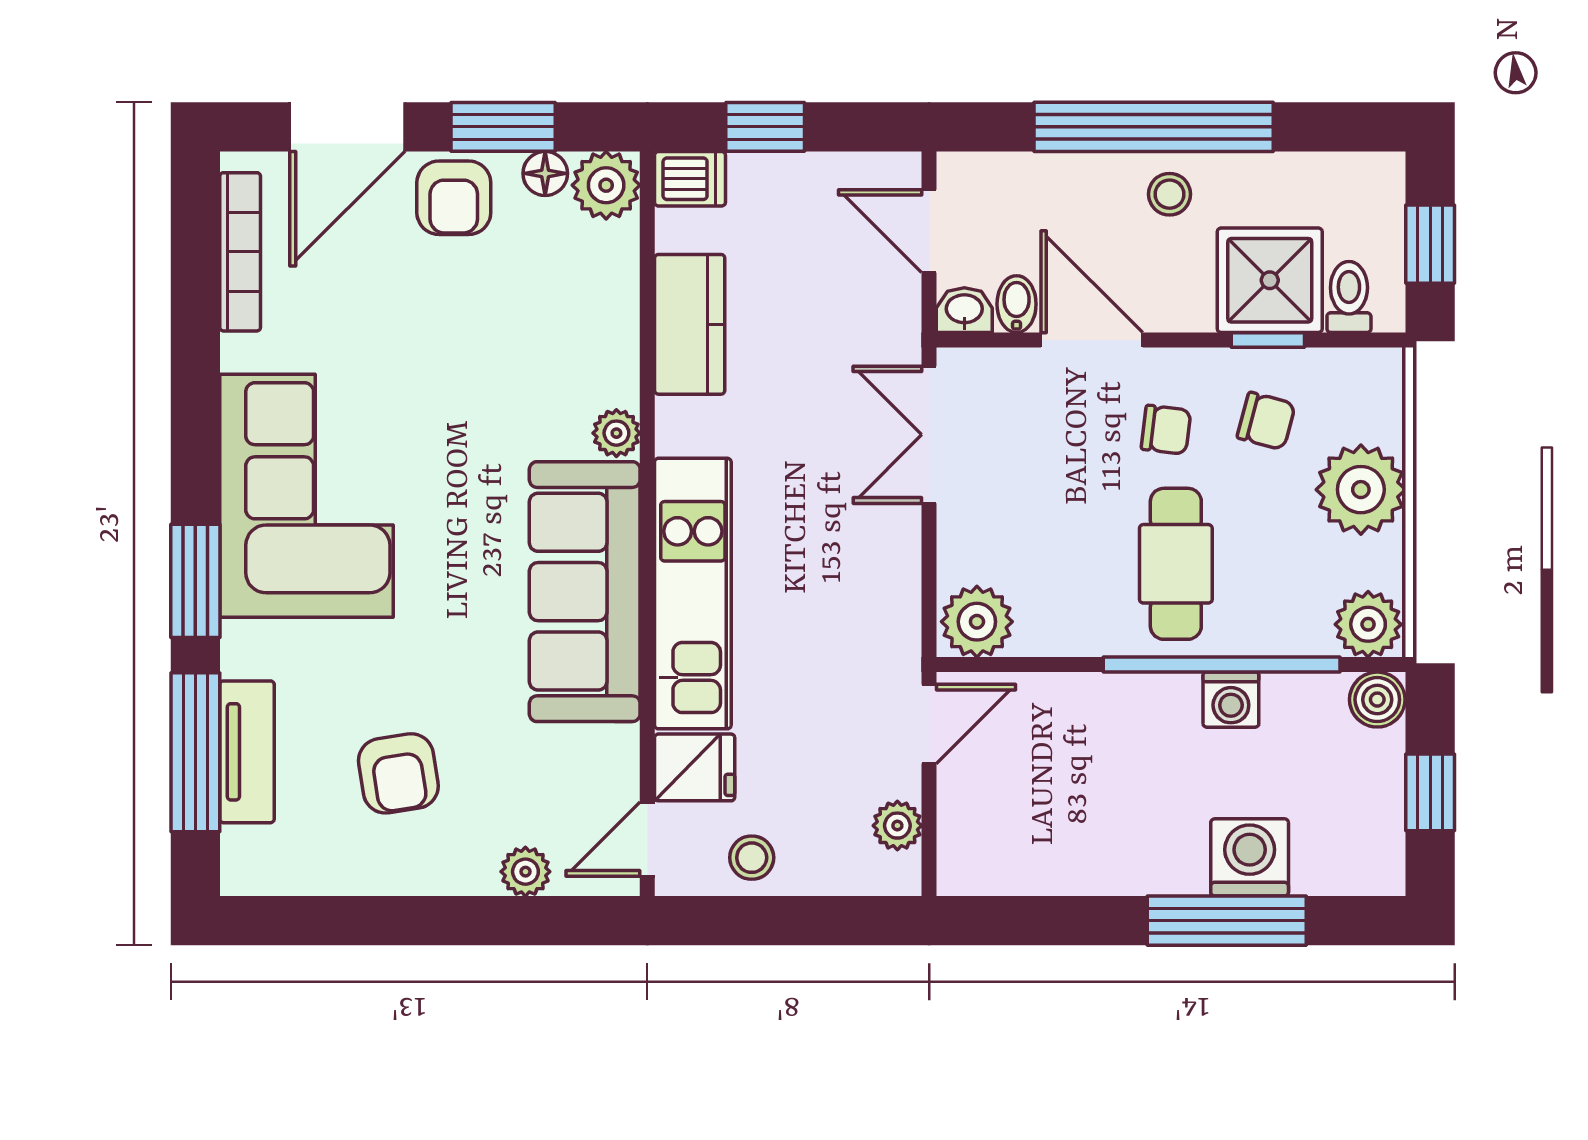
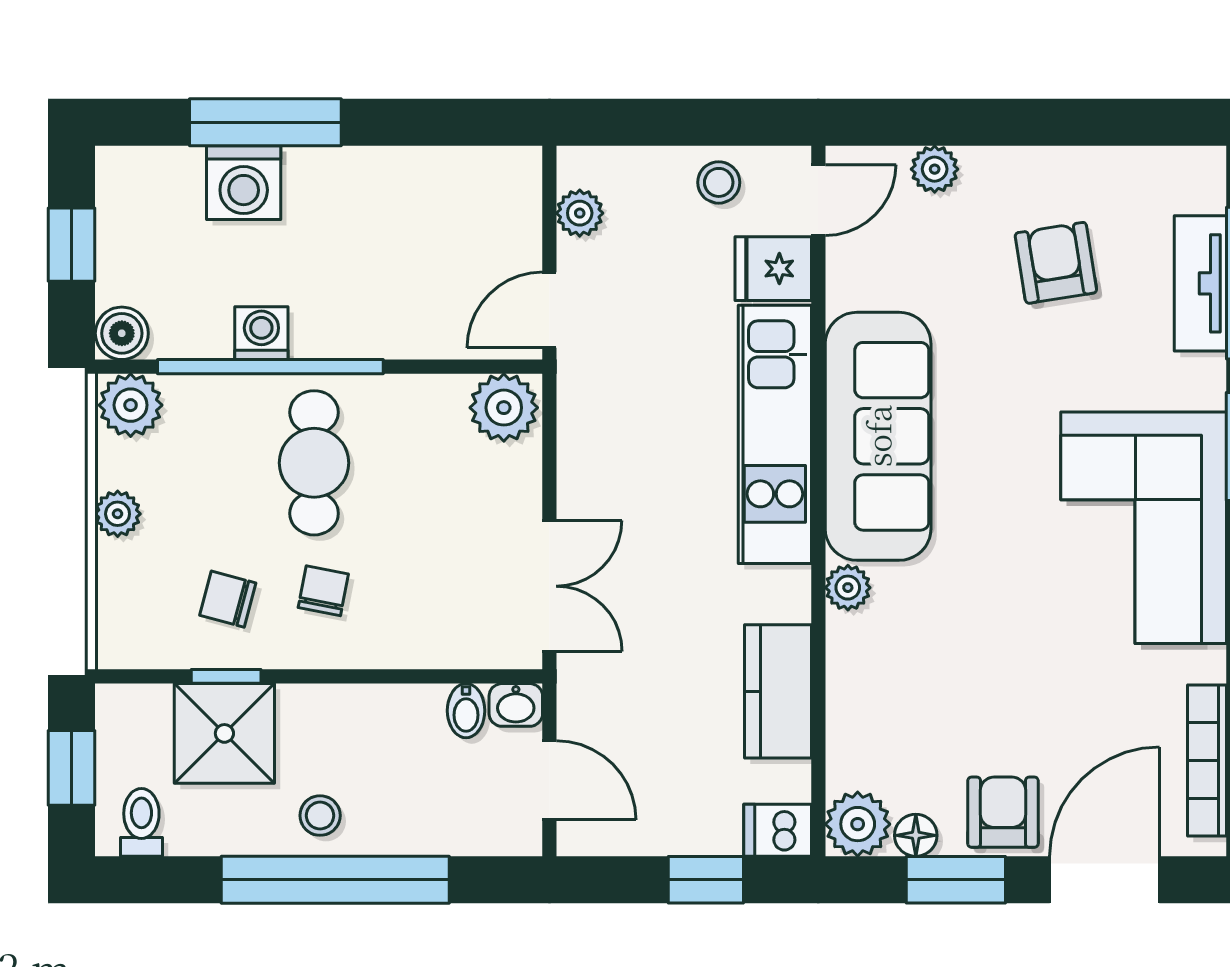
toilet: (1349, 297) -> (141, 822), moved, turned 180
door: (1092, 340) -> (394, 676), removed
chair: (1166, 430) -> (323, 591), turned 94
plant: (1361, 490) -> (118, 514), width x0.53, depth x0.53

